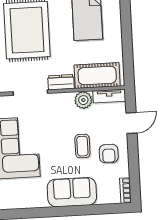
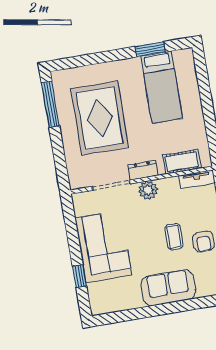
cot: (97, 75) -> (182, 162), width x0.73, depth x0.75
plant: (83, 100) -> (148, 190), moved

